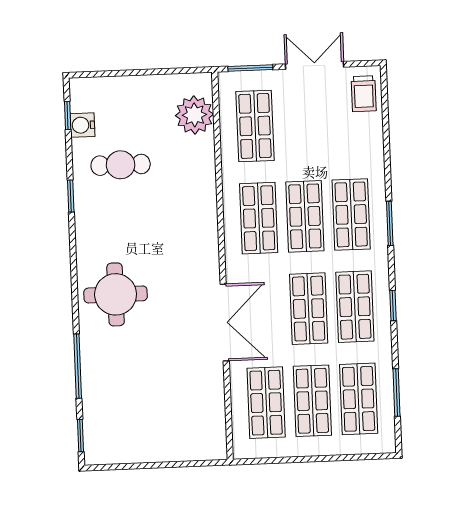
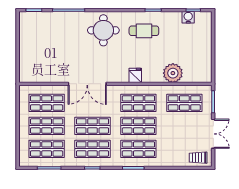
plant: (194, 115) -> (173, 73), moved
cafe table: (121, 165) -> (144, 31), moved, turned 90
fridge: (204, 227) -> (135, 75), added

